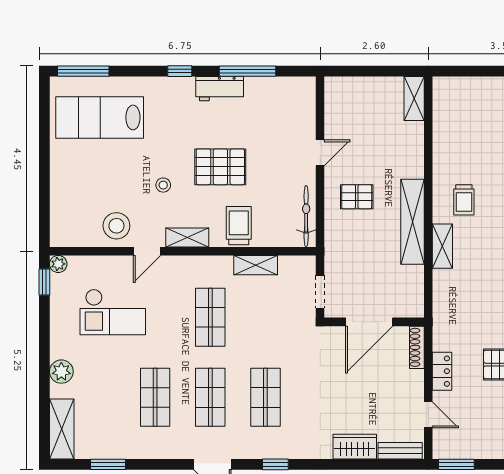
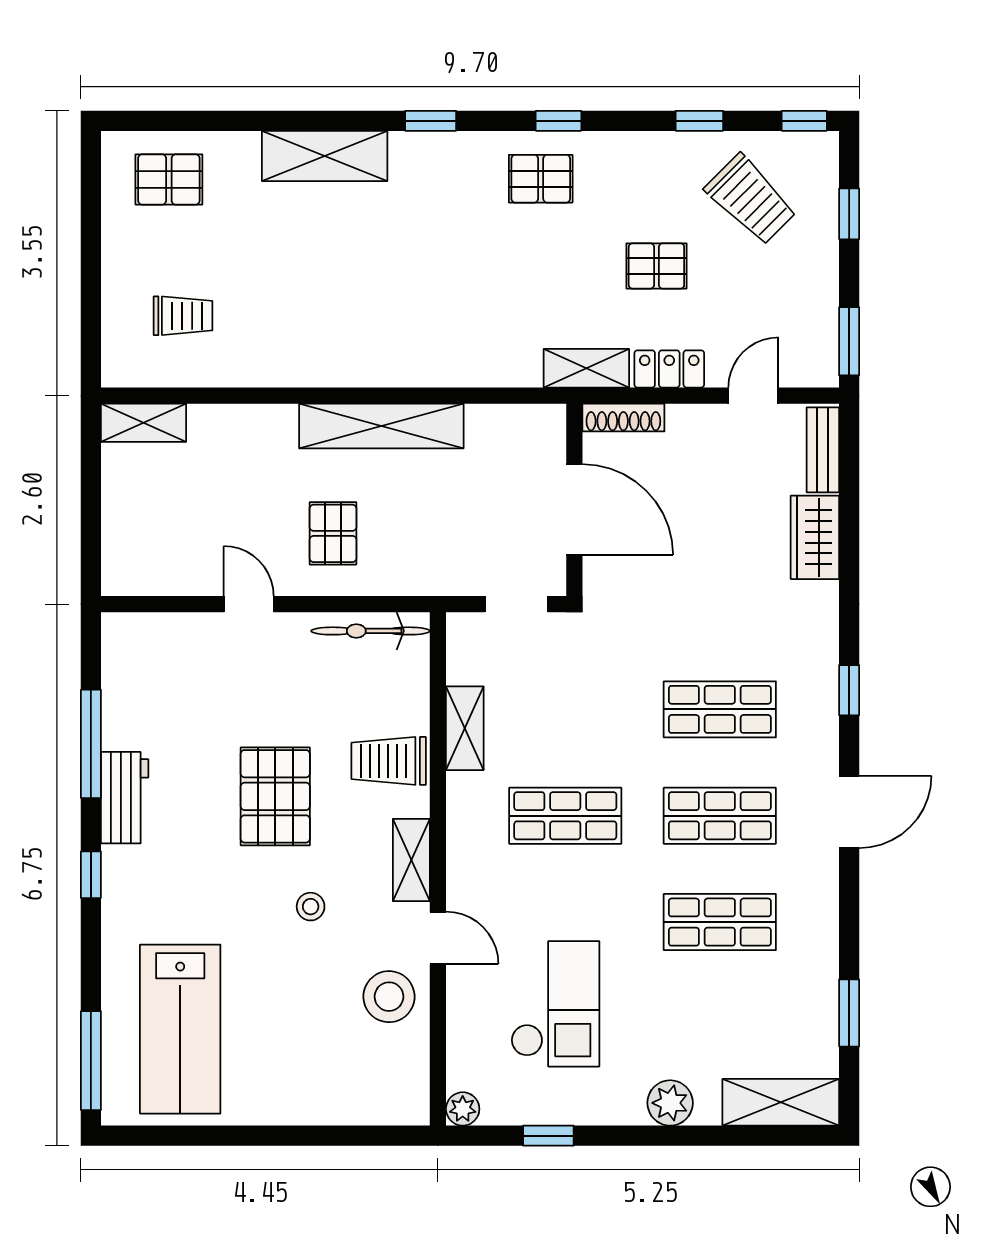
trolley: (464, 200) -> (183, 316), moved
shelving: (442, 246) -> (586, 368), moved
window: (44, 282) -> (548, 1136), moved

